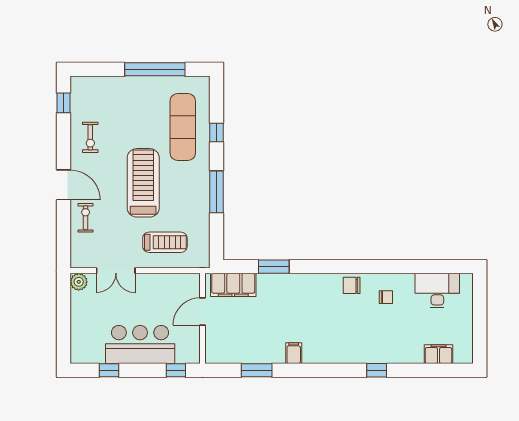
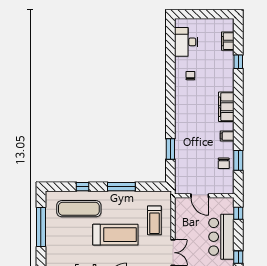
treadmill: (143, 183) -> (115, 235), turned 180
treadmill: (165, 242) -> (154, 220), turned 180
filing cabinet: (233, 285) -> (226, 107), moved, turned 180
chair: (352, 285) -> (224, 163), moved
window: (377, 370) -> (238, 62), moved

